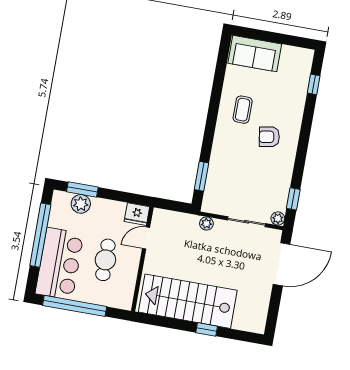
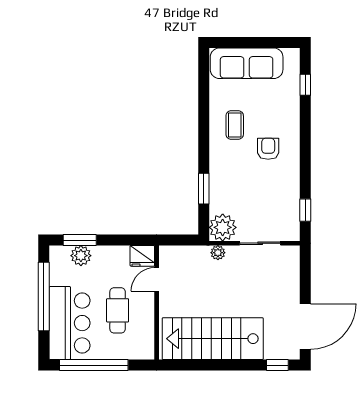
sofa: (255, 54) -> (247, 63), width x1.36
armchair: (269, 137) -> (268, 149), turned 100
window: (201, 176) -> (204, 189), moved
plant: (278, 218) -> (223, 227), moved, width x1.88, depth x1.88
door: (282, 264) -> (305, 327), moved
window: (207, 329) -> (277, 365), moved

